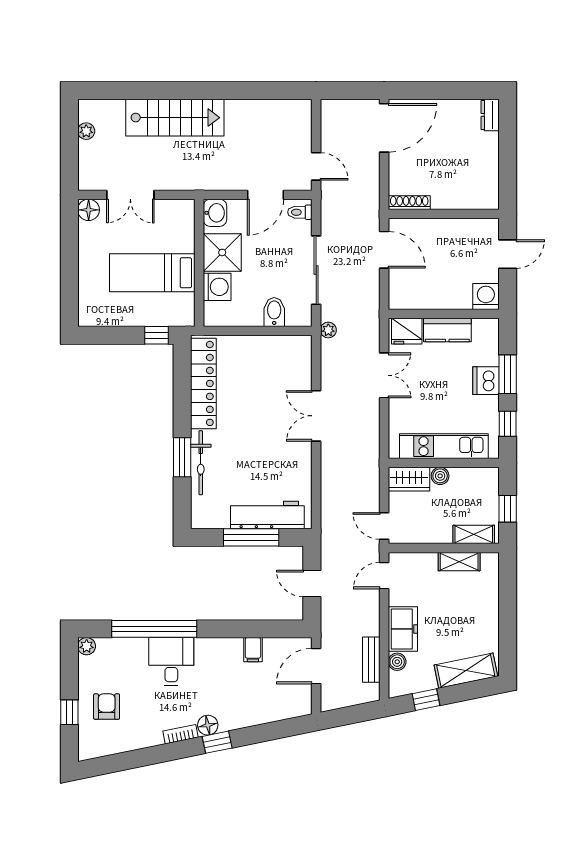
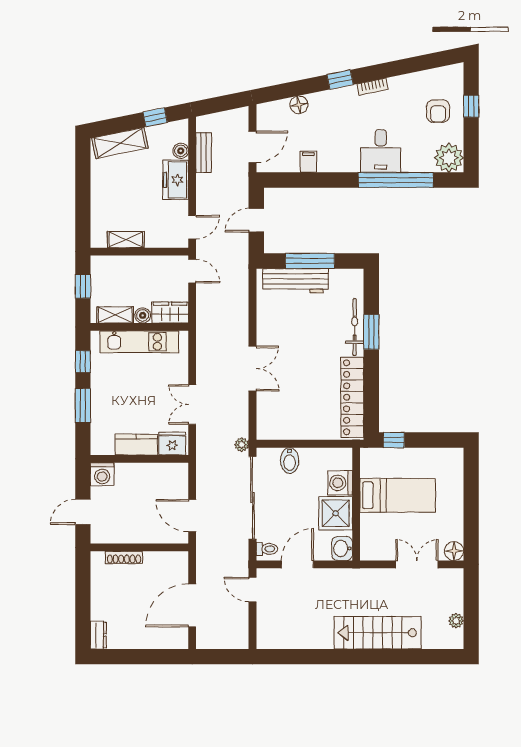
door: (384, 128) -> (192, 605), moved
shoe rack: (409, 203) -> (124, 557), moved
sliding door: (316, 270) -> (253, 498), width x1.36
dishwasher: (486, 381) -> (102, 400), removed
shelving: (474, 534) -> (115, 315), moved
door: (312, 583) -> (256, 220), swing flipped
plant: (87, 646) -> (449, 158), width x1.88, depth x1.88
floor lamp: (208, 725) -> (299, 105), moved

